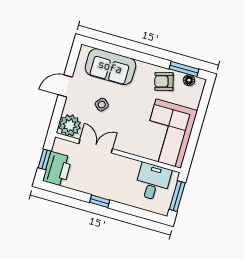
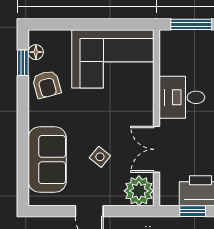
window: (184, 69) -> (23, 63), width x0.67
desk: (153, 182) -> (182, 97), moved

